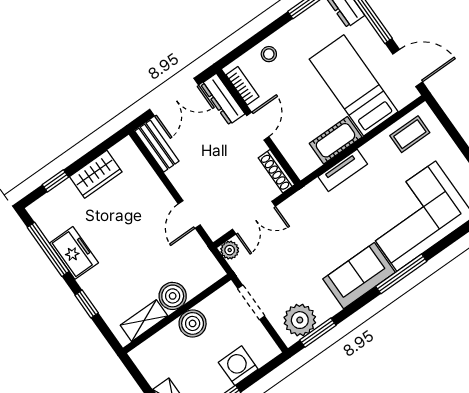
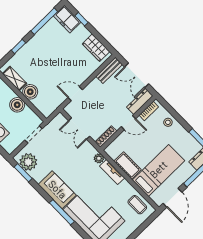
wardrobe: (96, 174) -> (96, 48), moved
plant: (230, 250) -> (99, 158), moved
freezer: (74, 253) -> (67, 19), moved, turned 90

